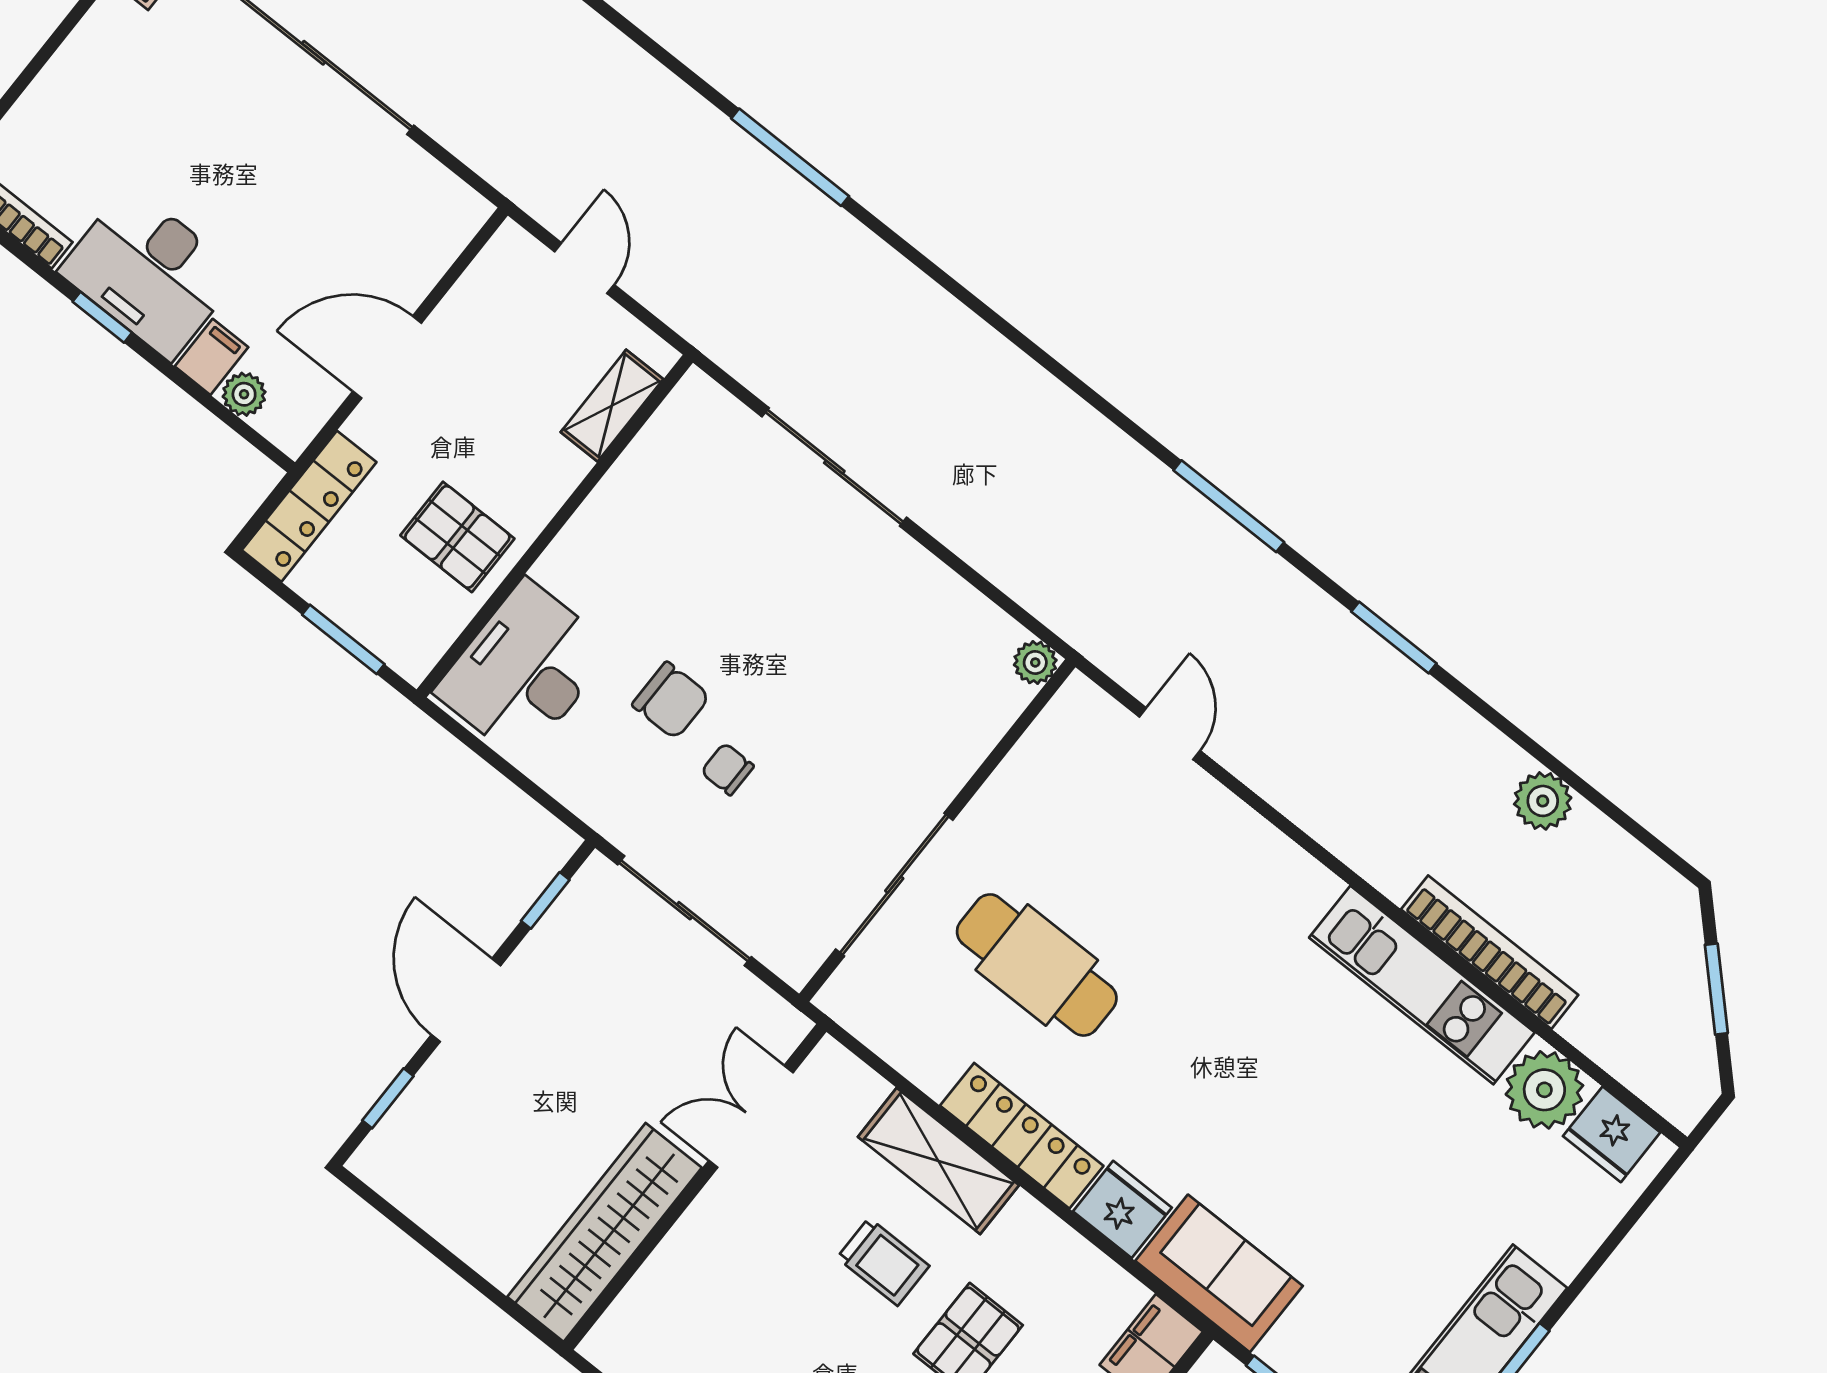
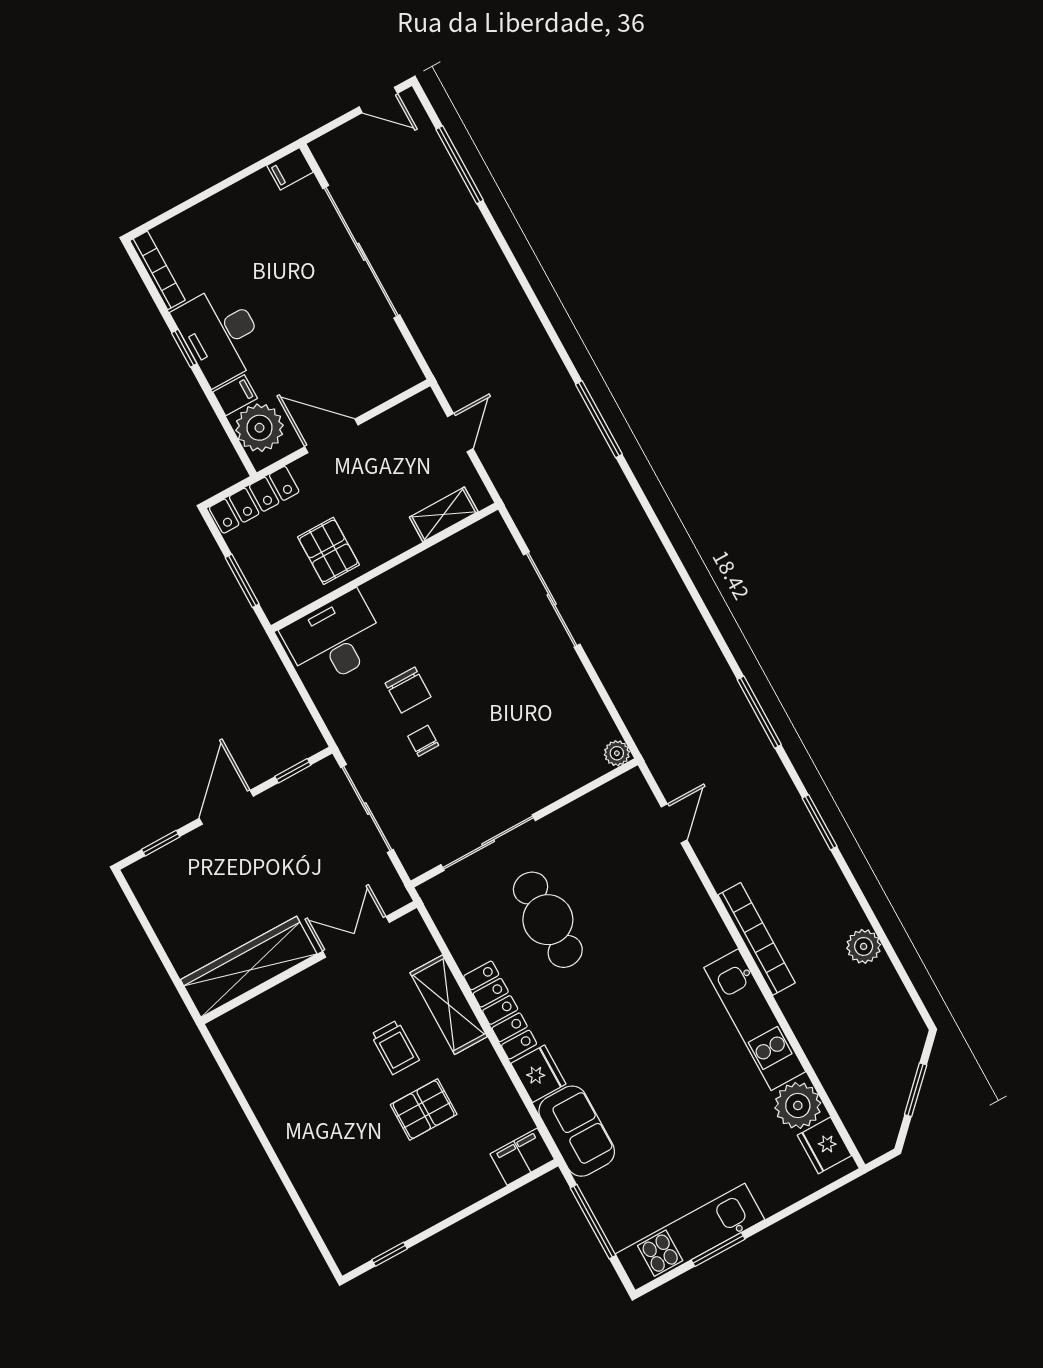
plant: (244, 394) -> (259, 428), width x1.87, depth x1.87
bookcase: (1490, 952) -> (757, 939), moved

